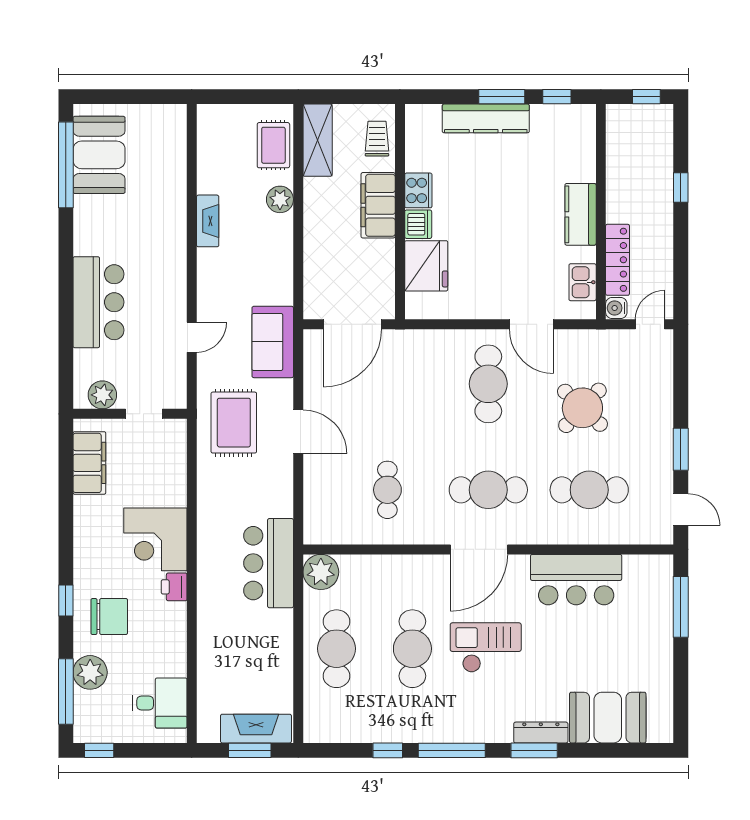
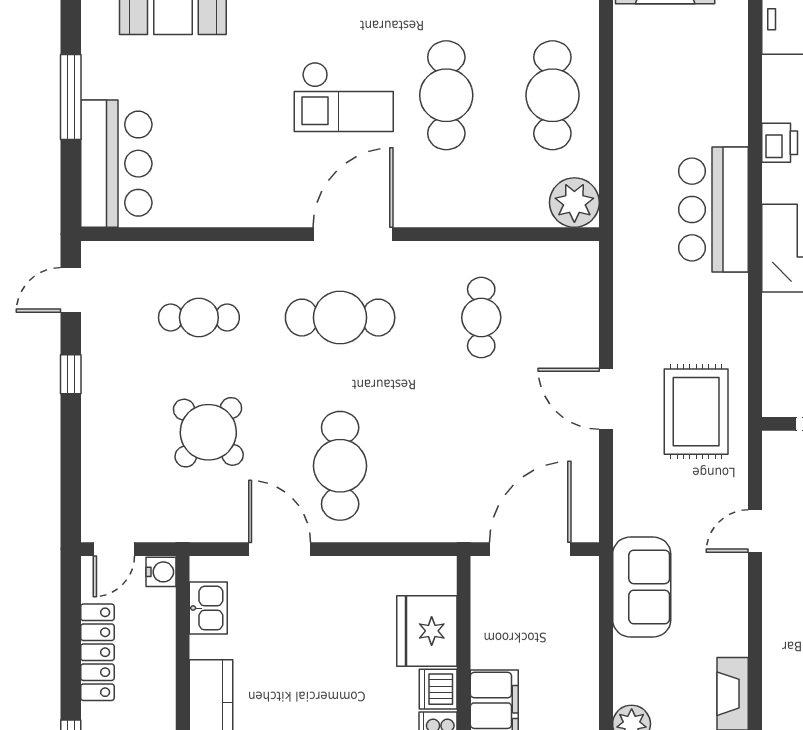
locker: (618, 260) -> (97, 652), moved, turned 180
sofa: (273, 342) -> (642, 587), moved
window: (681, 449) -> (71, 374), width x0.67
cafe table: (589, 490) -> (199, 318), width x0.73, depth x0.74
door: (681, 510) -> (71, 290), hinge flipped
bar counter: (269, 563) -> (714, 210), moved, turned 180
bar counter: (576, 580) -> (116, 164), moved, turned 90
printer: (174, 587) -> (780, 143), moved
window: (681, 607) -> (71, 97), moved

